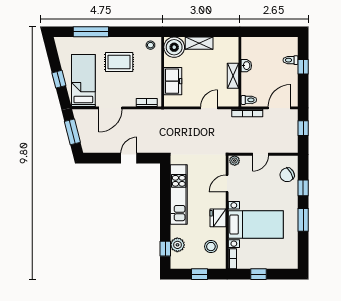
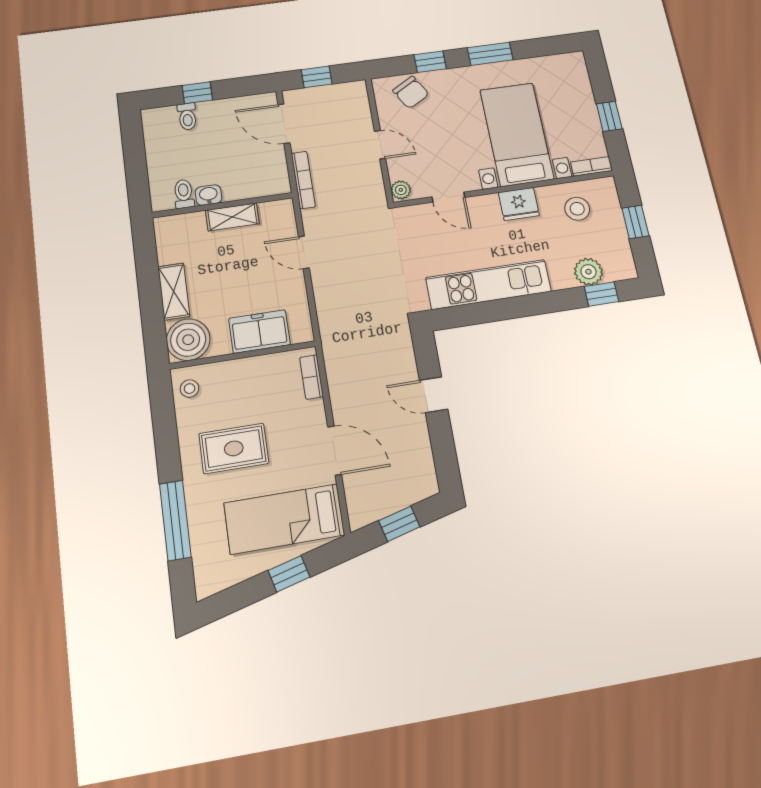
rug: (119, 62) -> (234, 448), turned 90
toilet: (249, 100) -> (184, 194), moved
window: (72, 132) -> (399, 524), width x0.67

